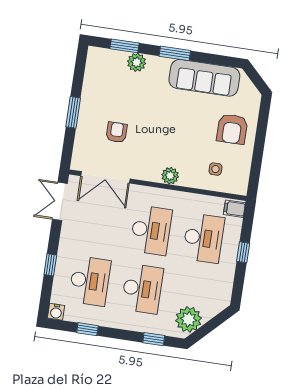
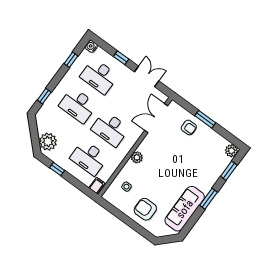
plant: (137, 62) -> (232, 151), moved
armchair: (117, 132) -> (189, 127), moved
double door: (60, 201) -> (147, 76), moved
window: (243, 252) -> (57, 169), moved
plant: (188, 319) -> (48, 142), moved

